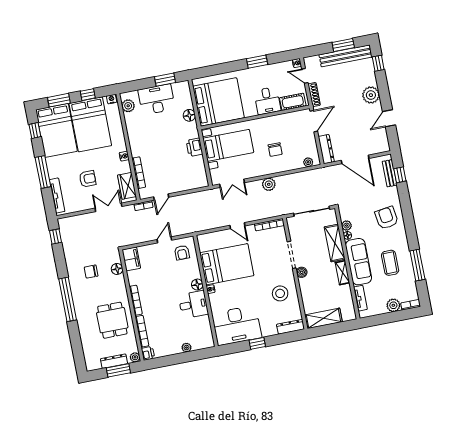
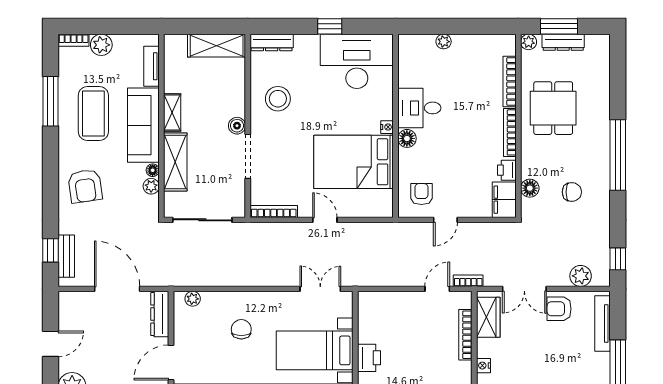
armchair: (88, 179) -> (559, 309), moved
plant: (269, 184) -> (581, 276), moved
coffee table: (390, 263) -> (93, 113), width x1.36, depth x1.32
printer: (148, 353) -> (507, 170), moved

